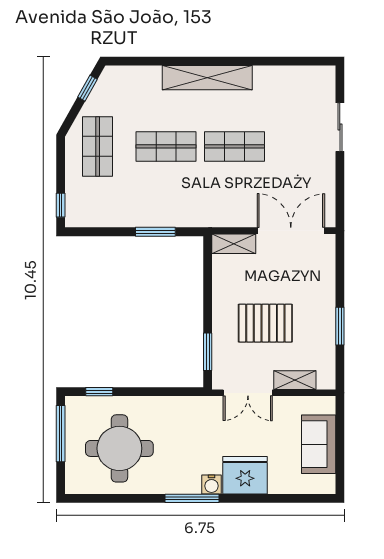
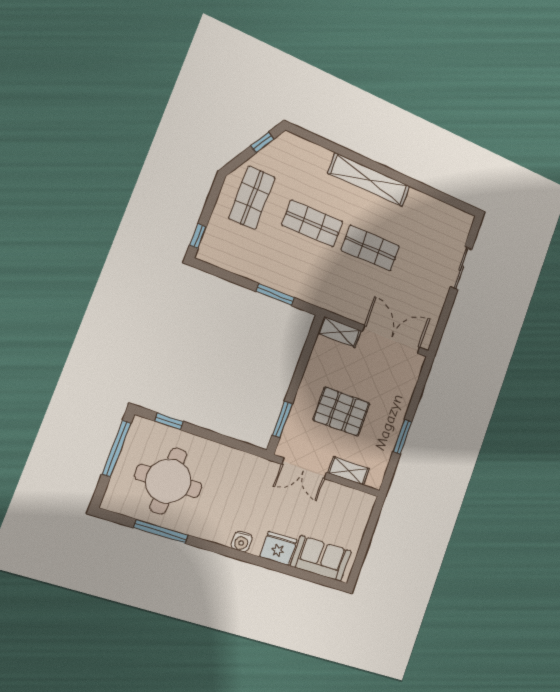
sofa: (319, 444) -> (321, 558), moved, turned 90
fridge: (245, 475) -> (278, 548), width x0.73, depth x0.75
window: (192, 498) -> (161, 531), moved

